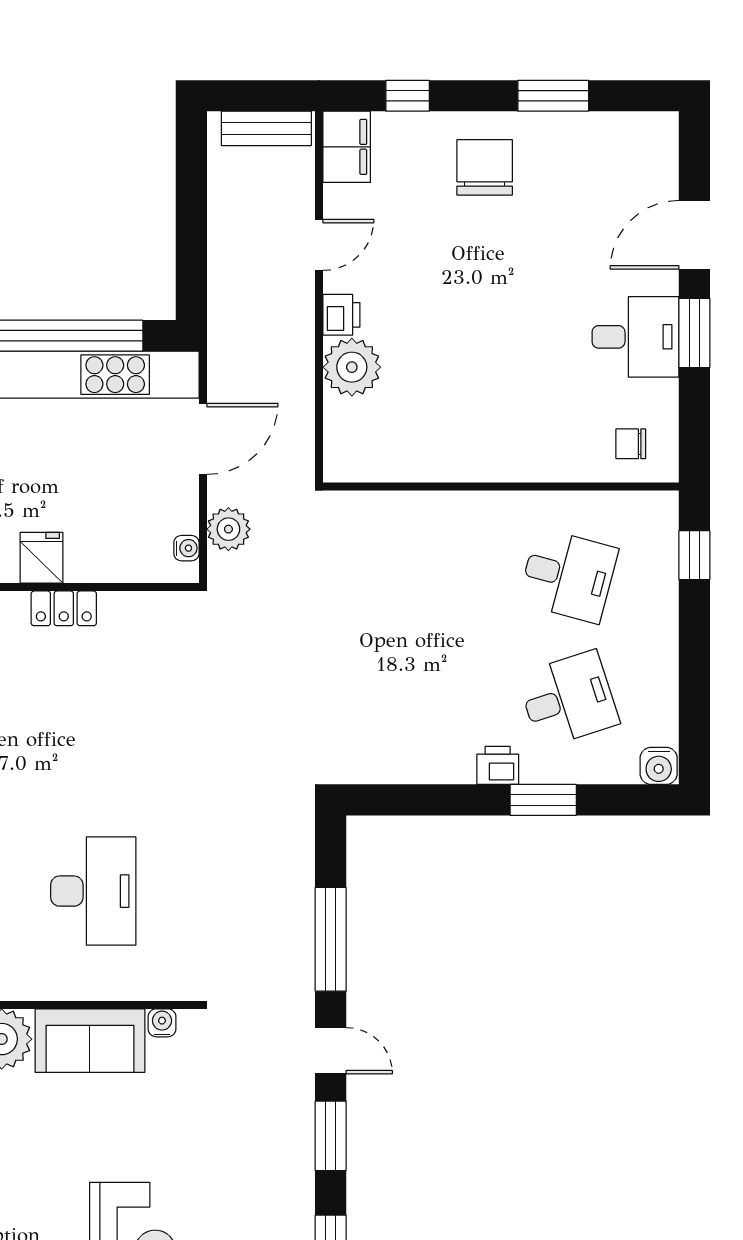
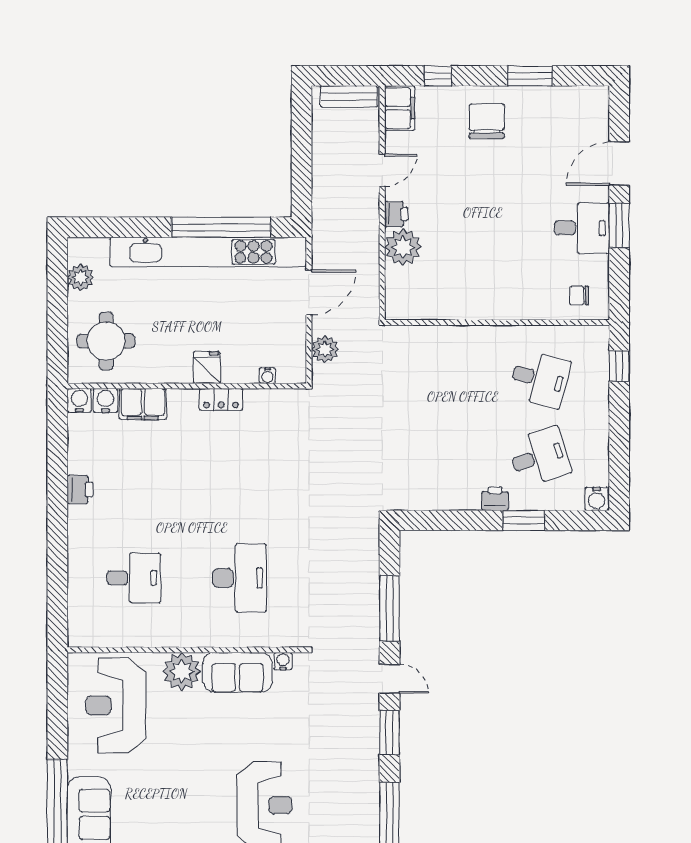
water cooler: (186, 548) -> (267, 376), moved, turned 90

